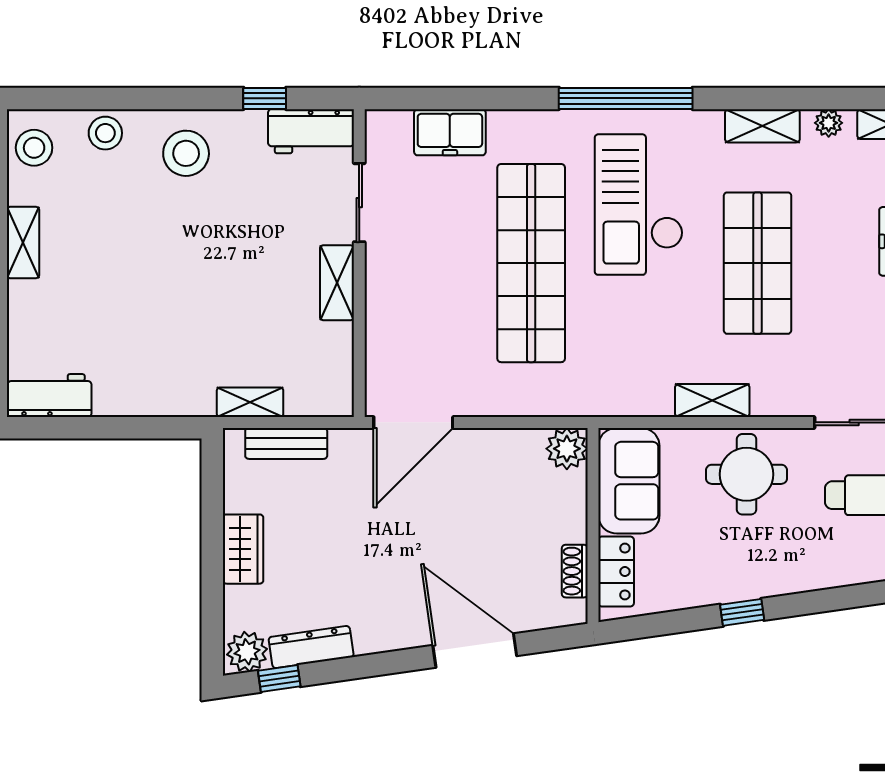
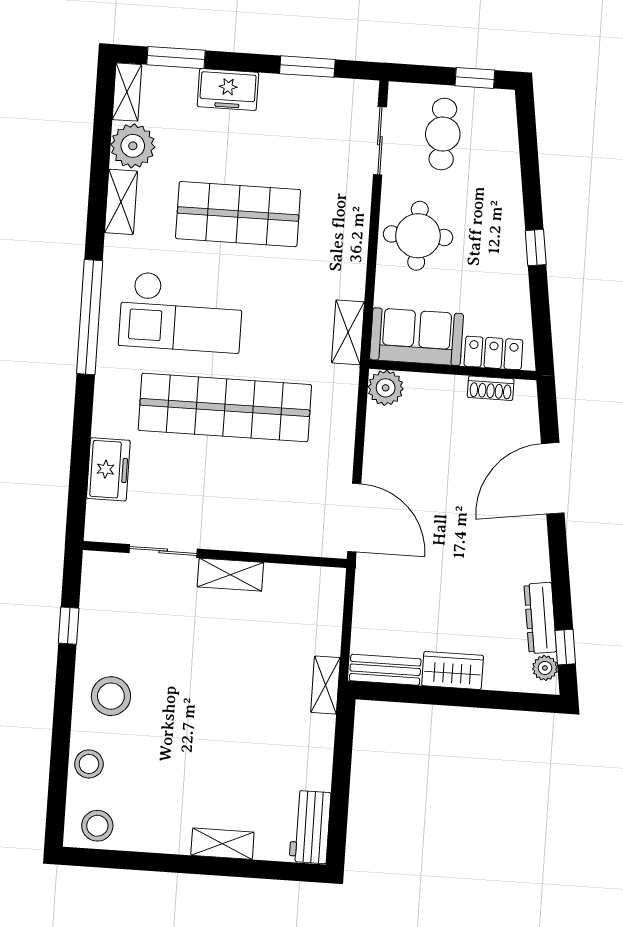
plant: (829, 123) -> (133, 146), width x1.87, depth x1.87
workbench: (311, 131) -> (99, 588), removed
shelving: (23, 242) -> (222, 844), moved
shelving: (712, 400) -> (348, 332), moved
shelving: (250, 402) -> (325, 685), moved
bench: (286, 443) -> (385, 670), moved, turned 90
plant: (247, 652) -> (545, 668), width x0.73, depth x0.73

